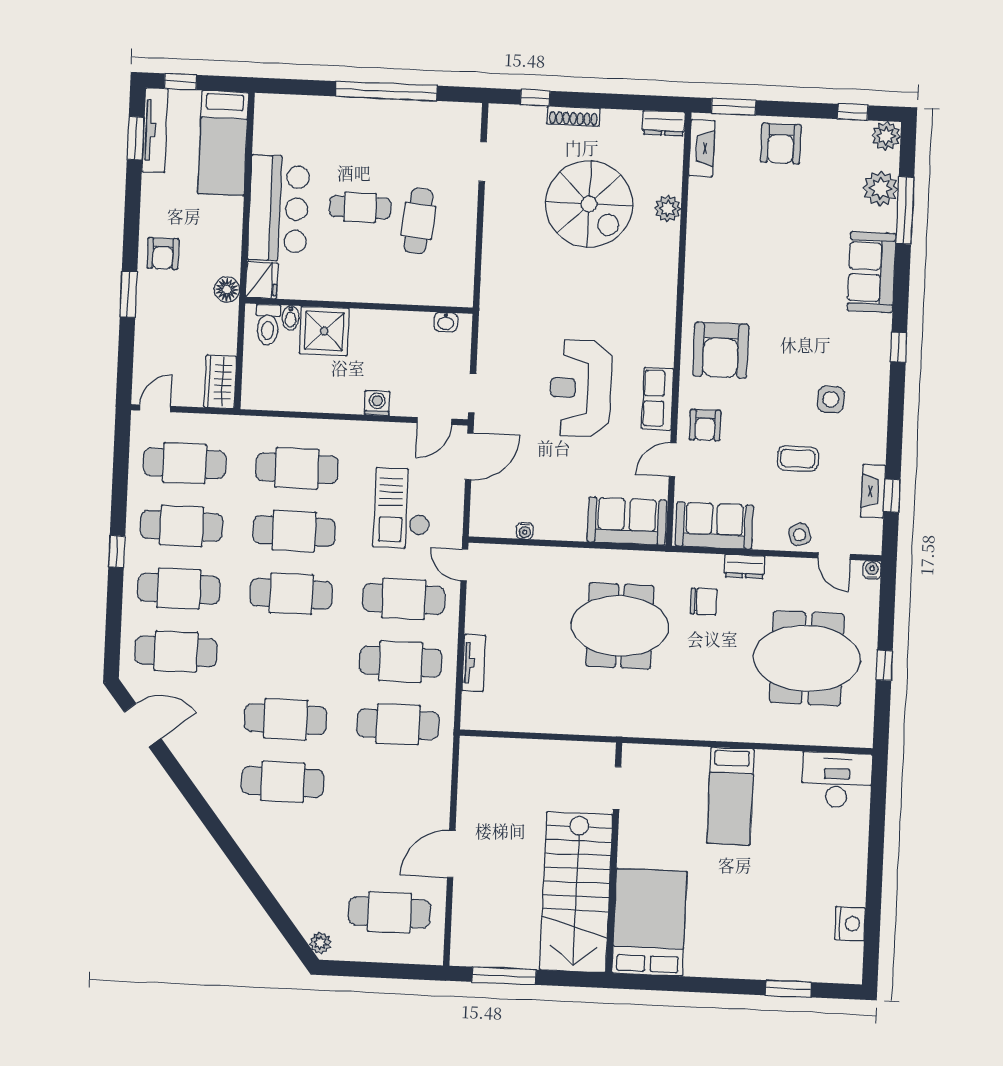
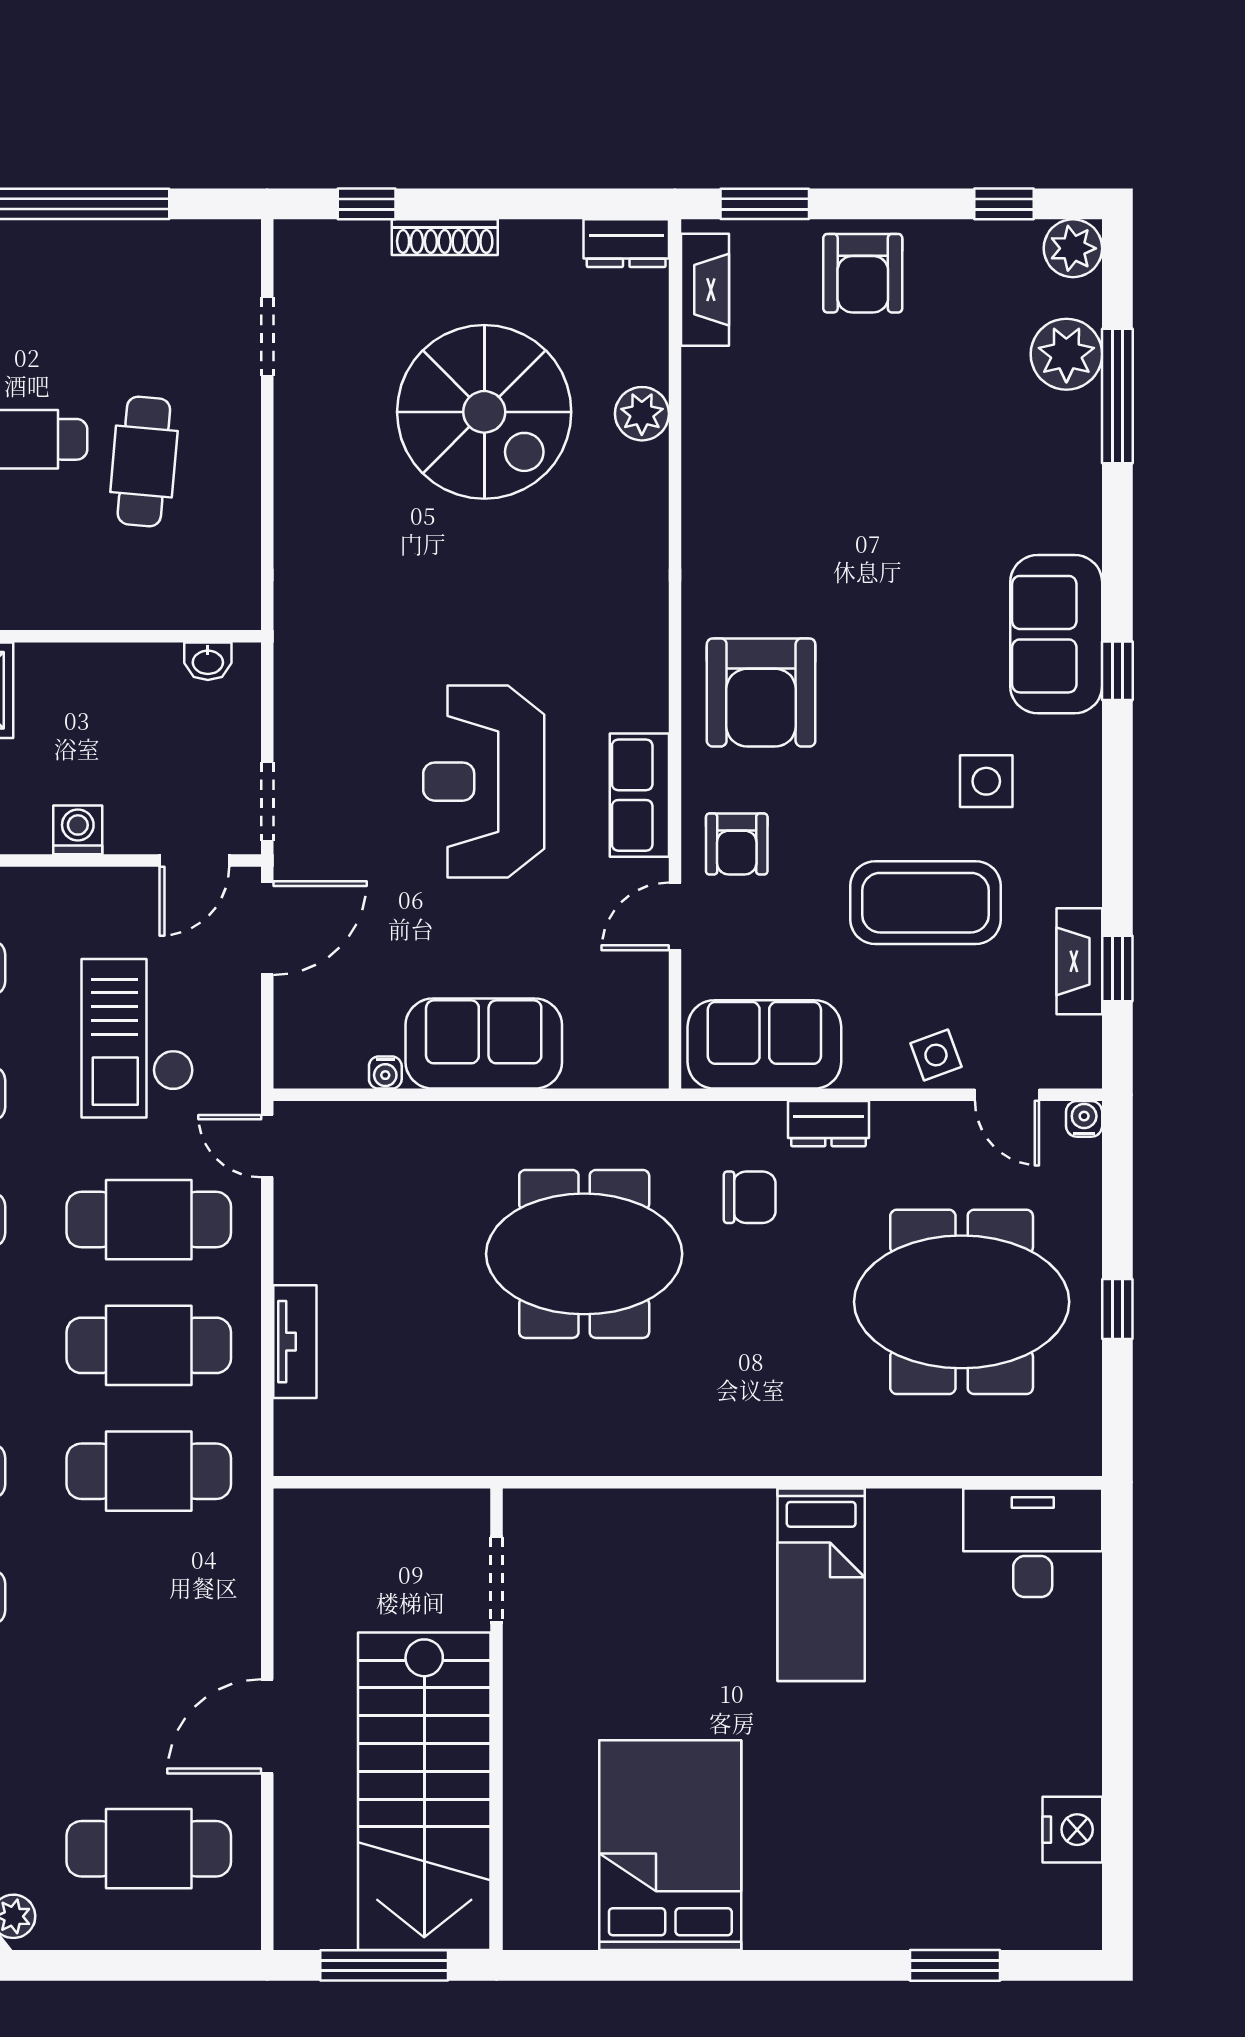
sofa: (872, 272) -> (1056, 634), moved
coffee table: (798, 459) -> (926, 903), width x1.86, depth x1.72
sofa: (627, 521) -> (484, 1044), moved
doorway: (617, 788) -> (497, 1579), moved
wall: (614, 858) -> (497, 1719), moved
stairs: (576, 892) -> (424, 1791), moved

